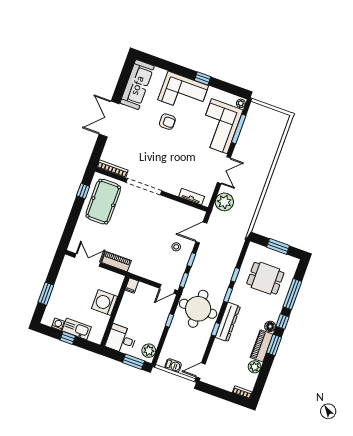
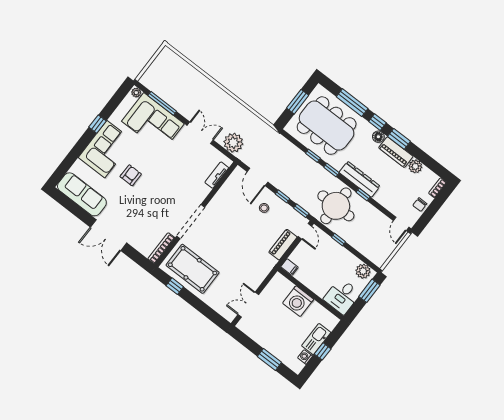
piano: (116, 262) -> (283, 245), moved
dining table: (265, 278) -> (327, 126), width x1.88, depth x1.24
barbecue: (173, 365) -> (387, 251), removed
chair: (223, 381) -> (420, 205), added

